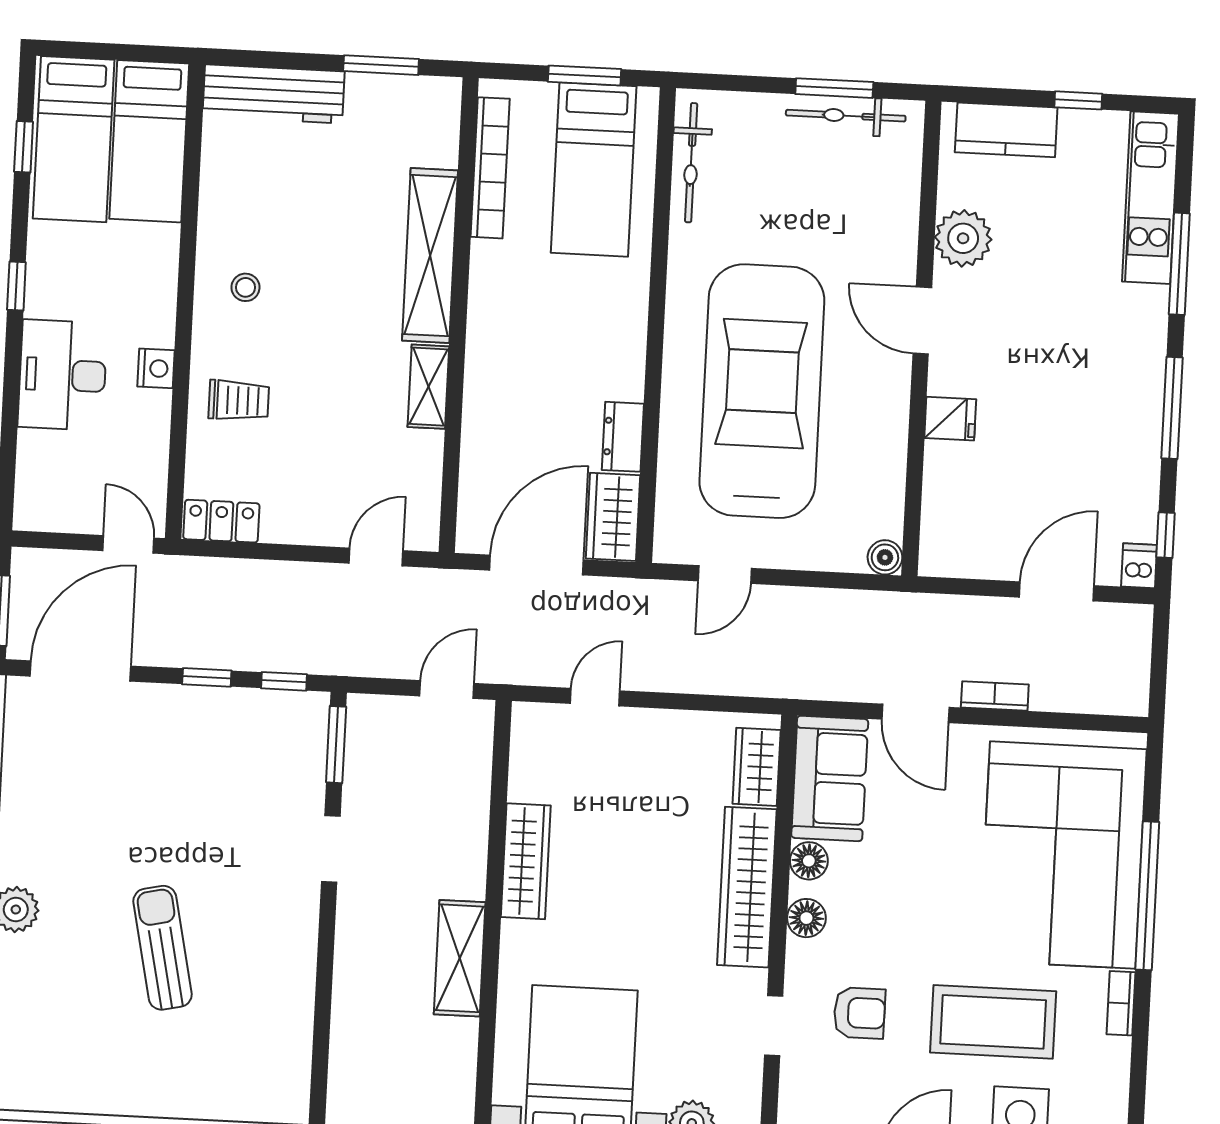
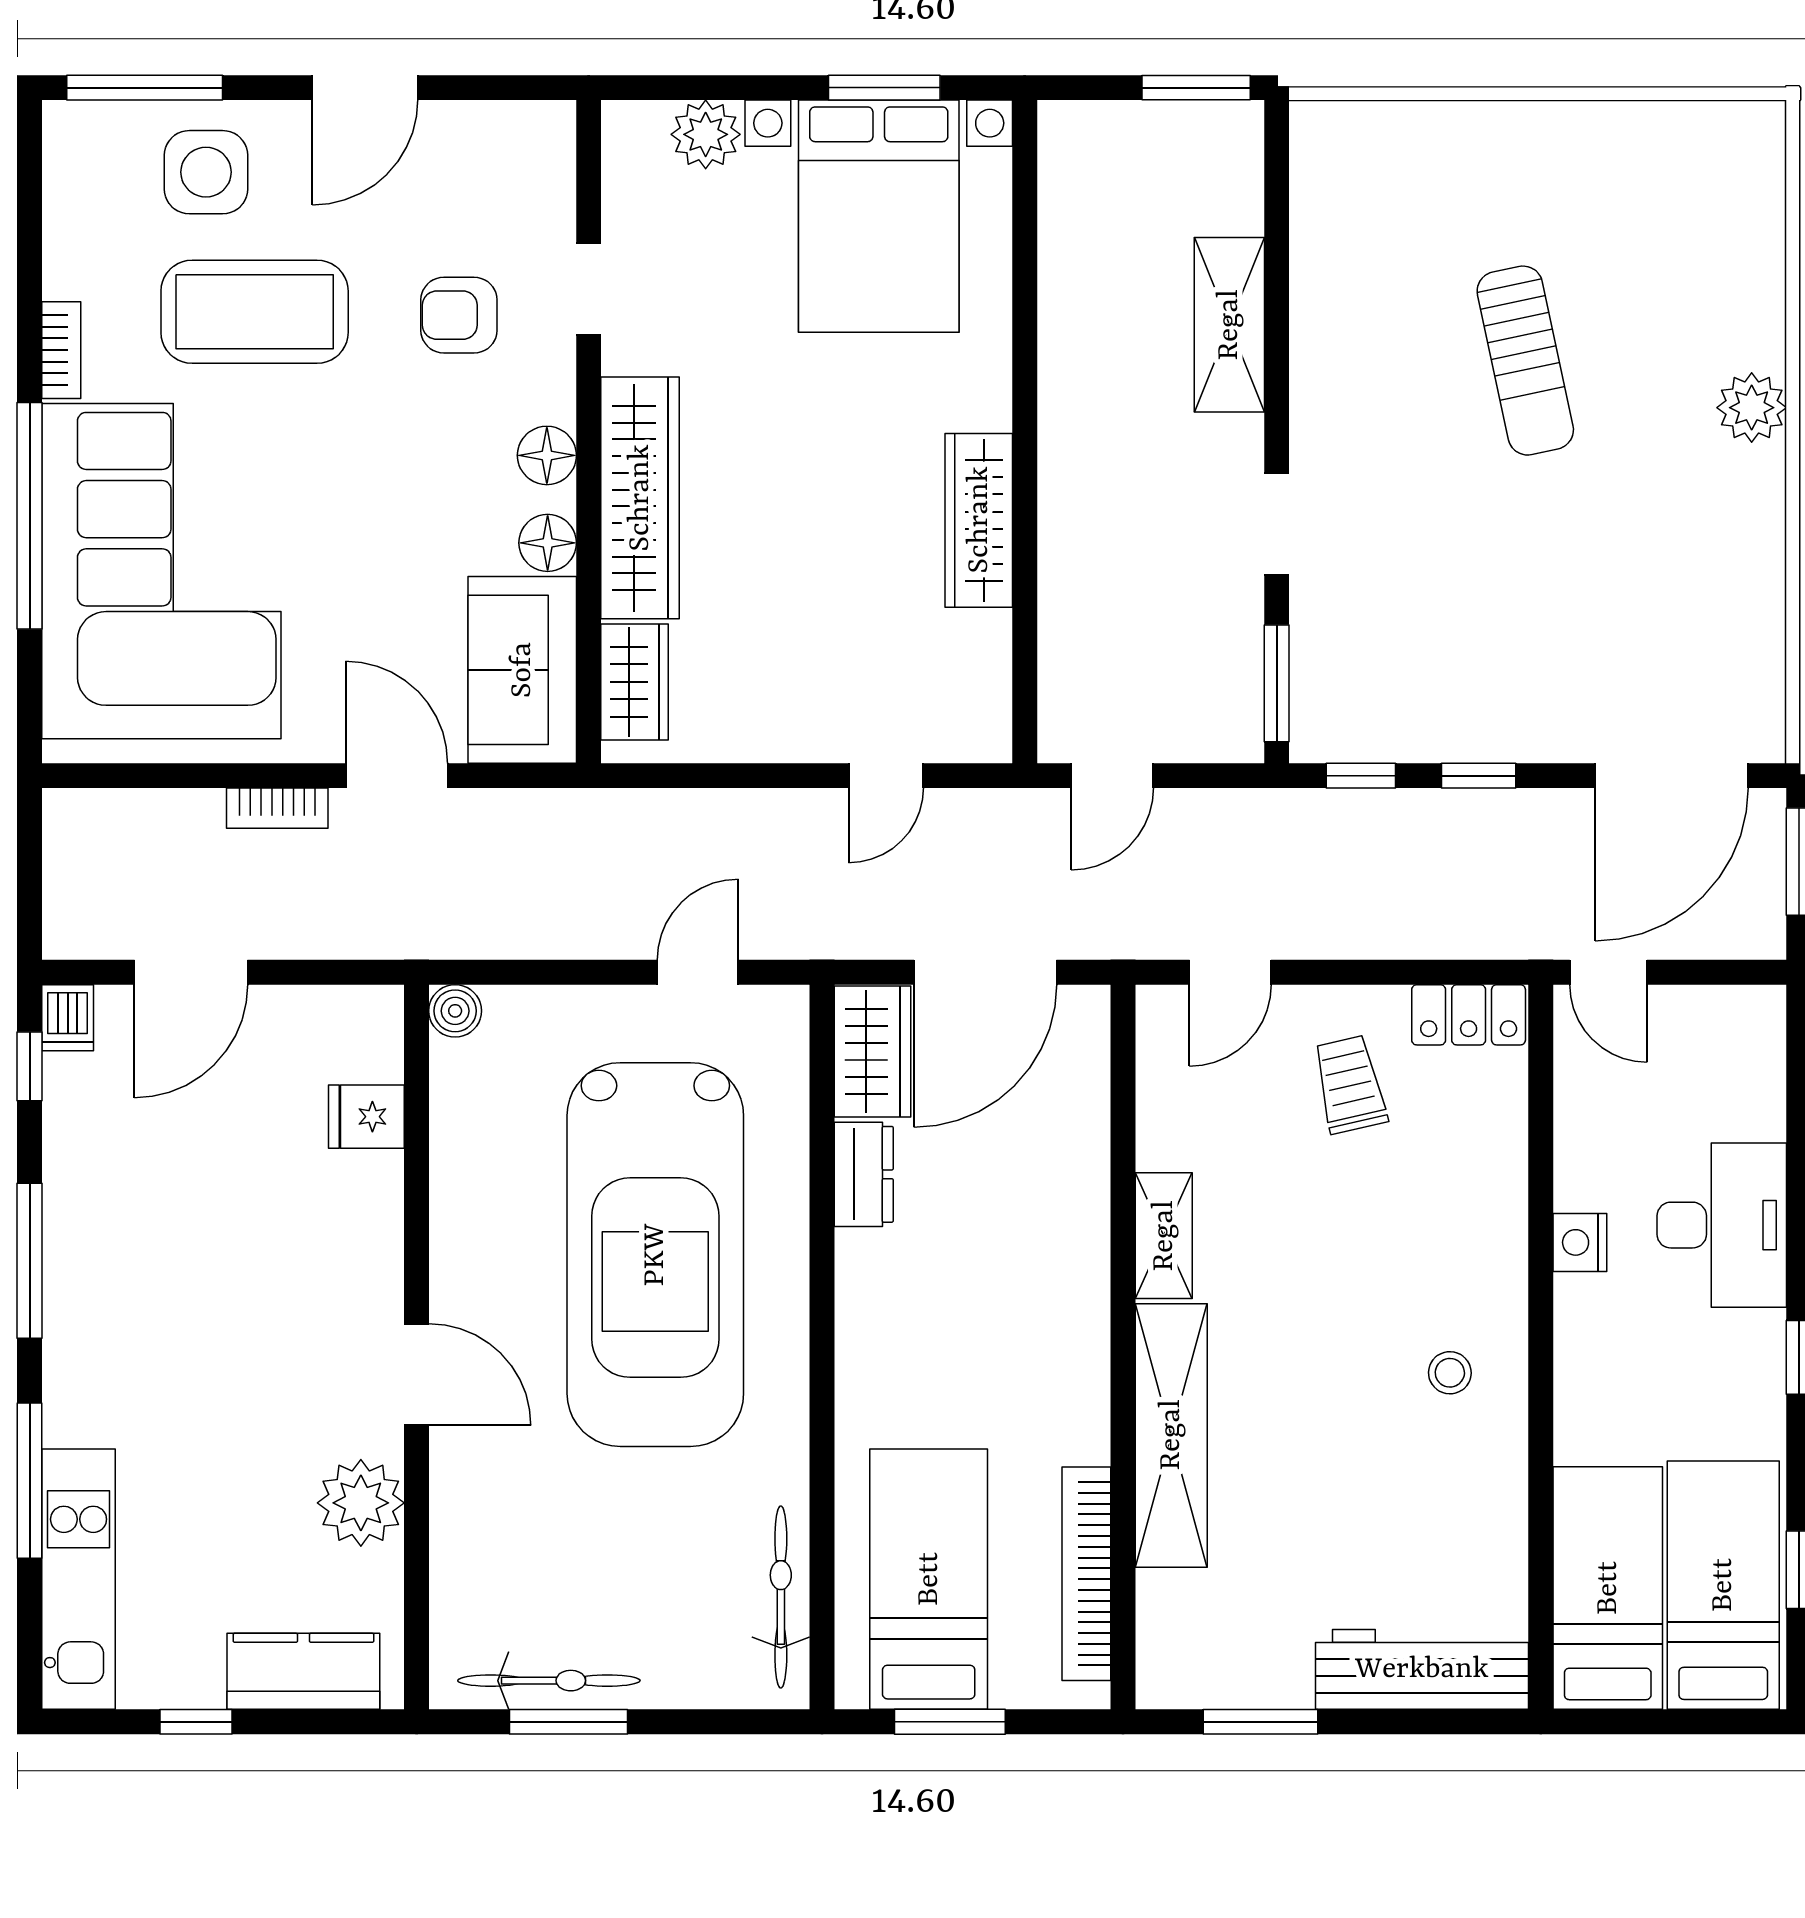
trolley: (239, 400) -> (1350, 1085), moved, turned 77
fridge: (950, 419) -> (366, 1117), moved
shelving: (460, 958) -> (1229, 325), moved

